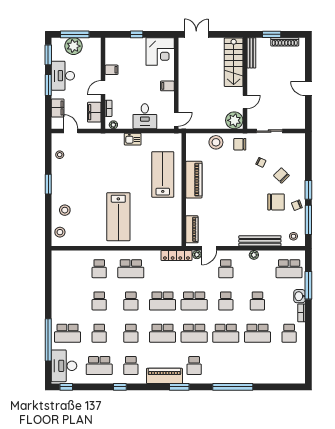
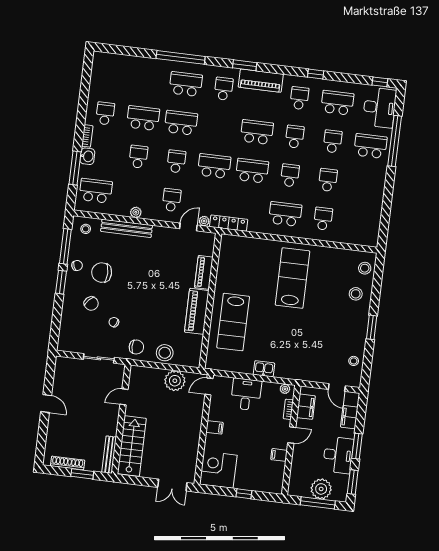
plant: (234, 120) -> (175, 381), moved
piano: (192, 229) -> (204, 272), moved
school desk: (194, 333) -> (186, 84), moved

